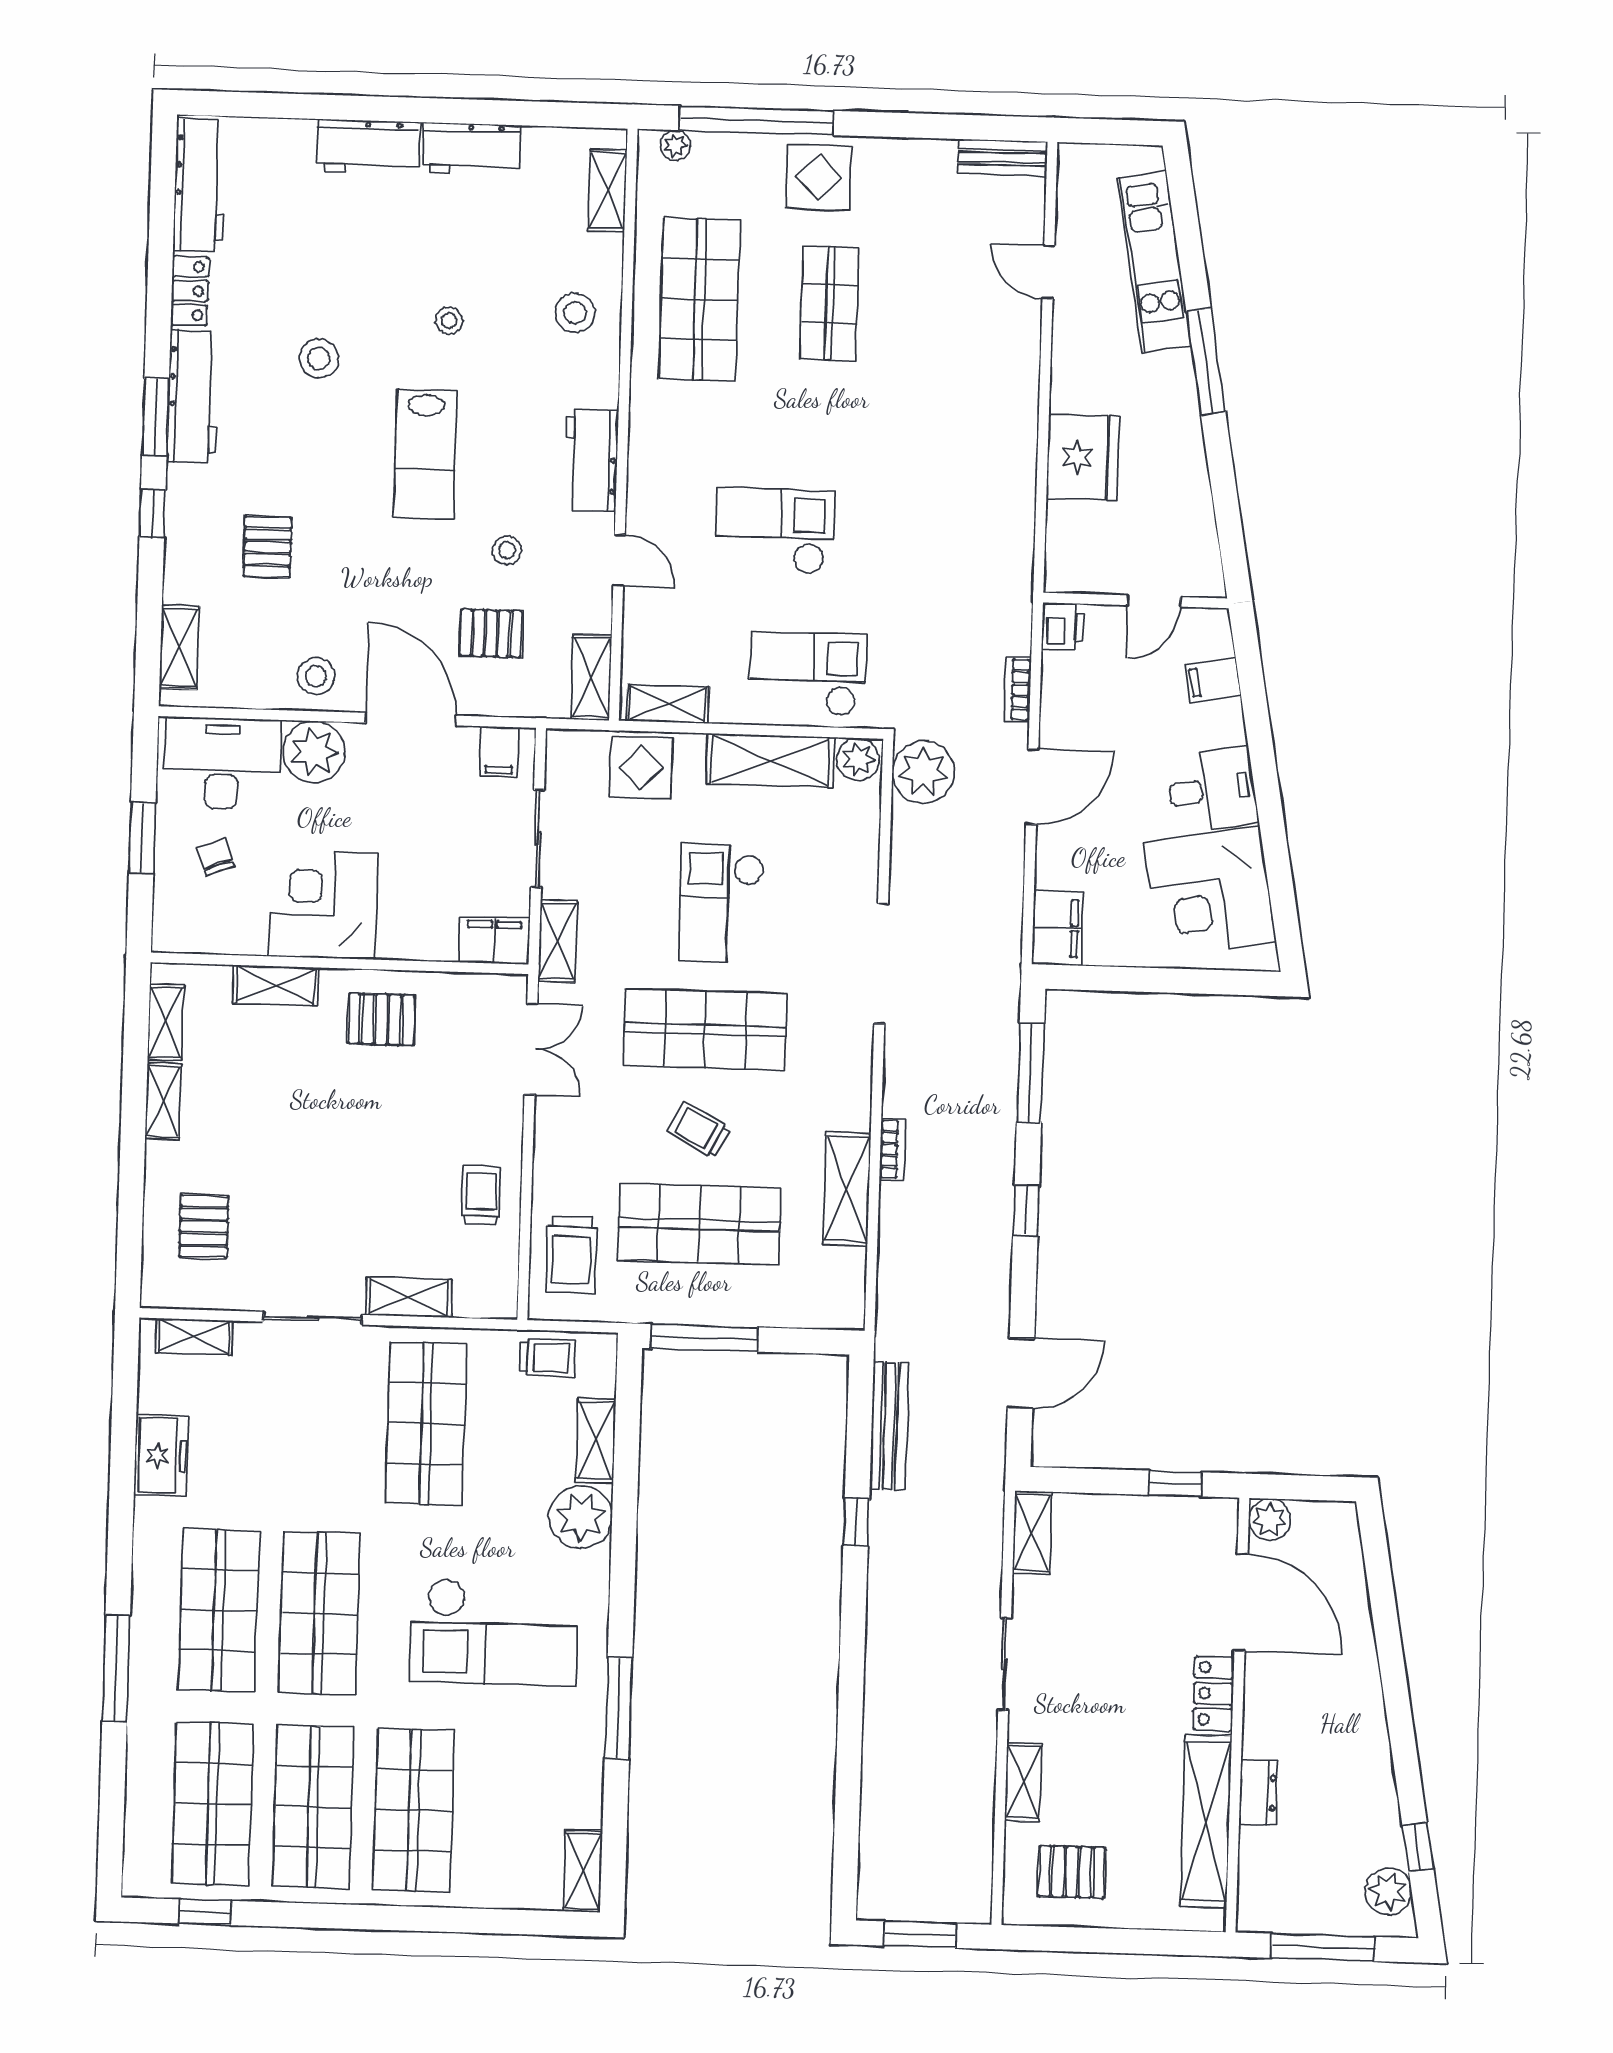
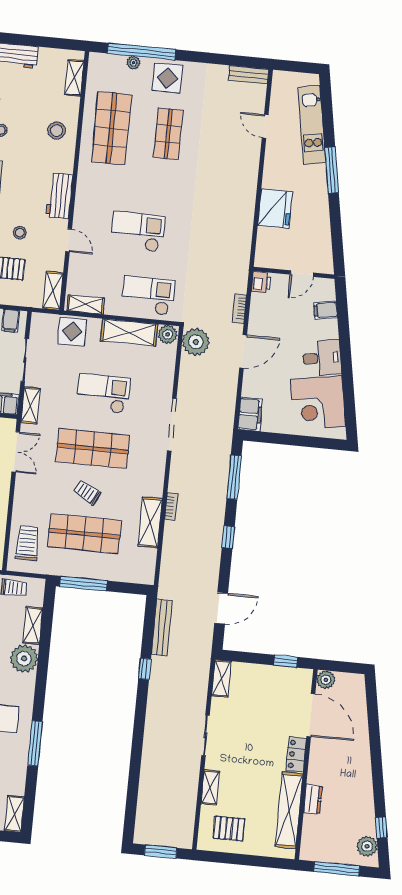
plant: (675, 145) -> (134, 63), moved
checkout: (721, 903) -> (103, 394), turned 90
trolley: (571, 1254) -> (27, 543), turned 180

